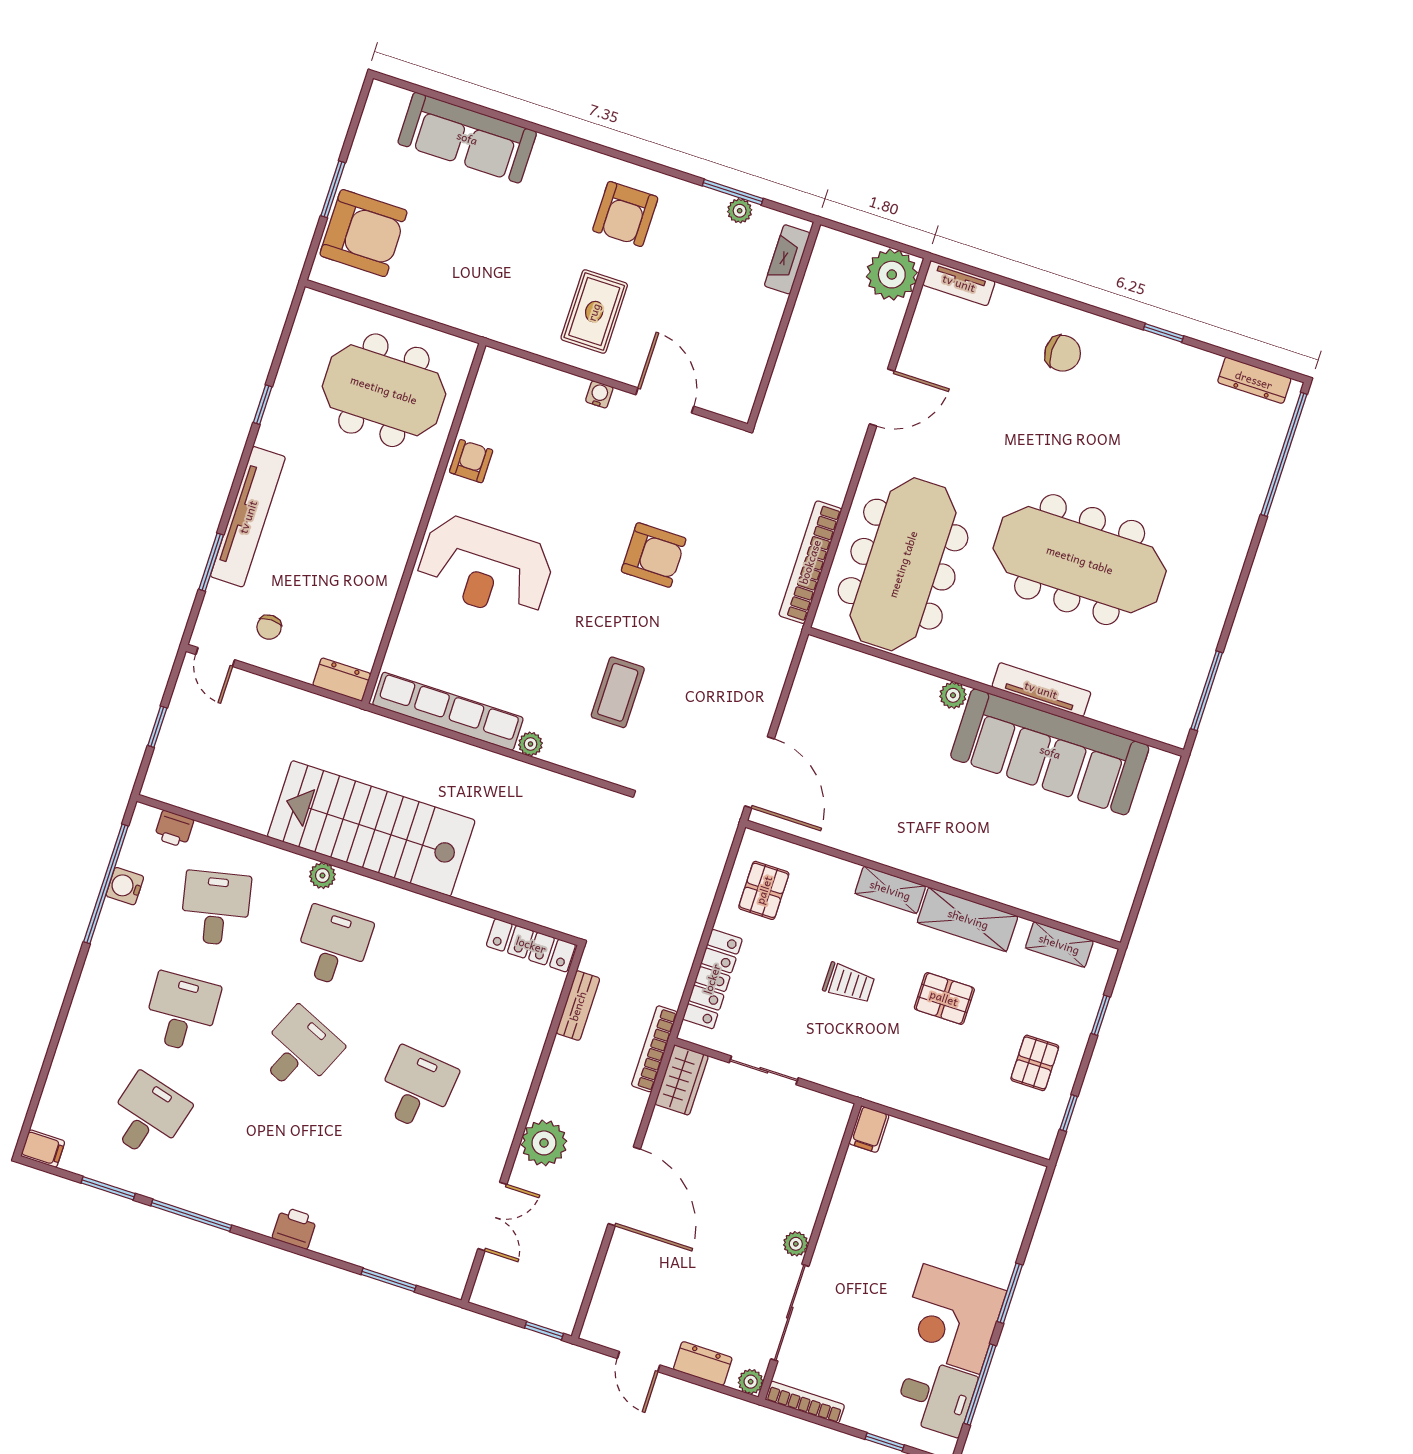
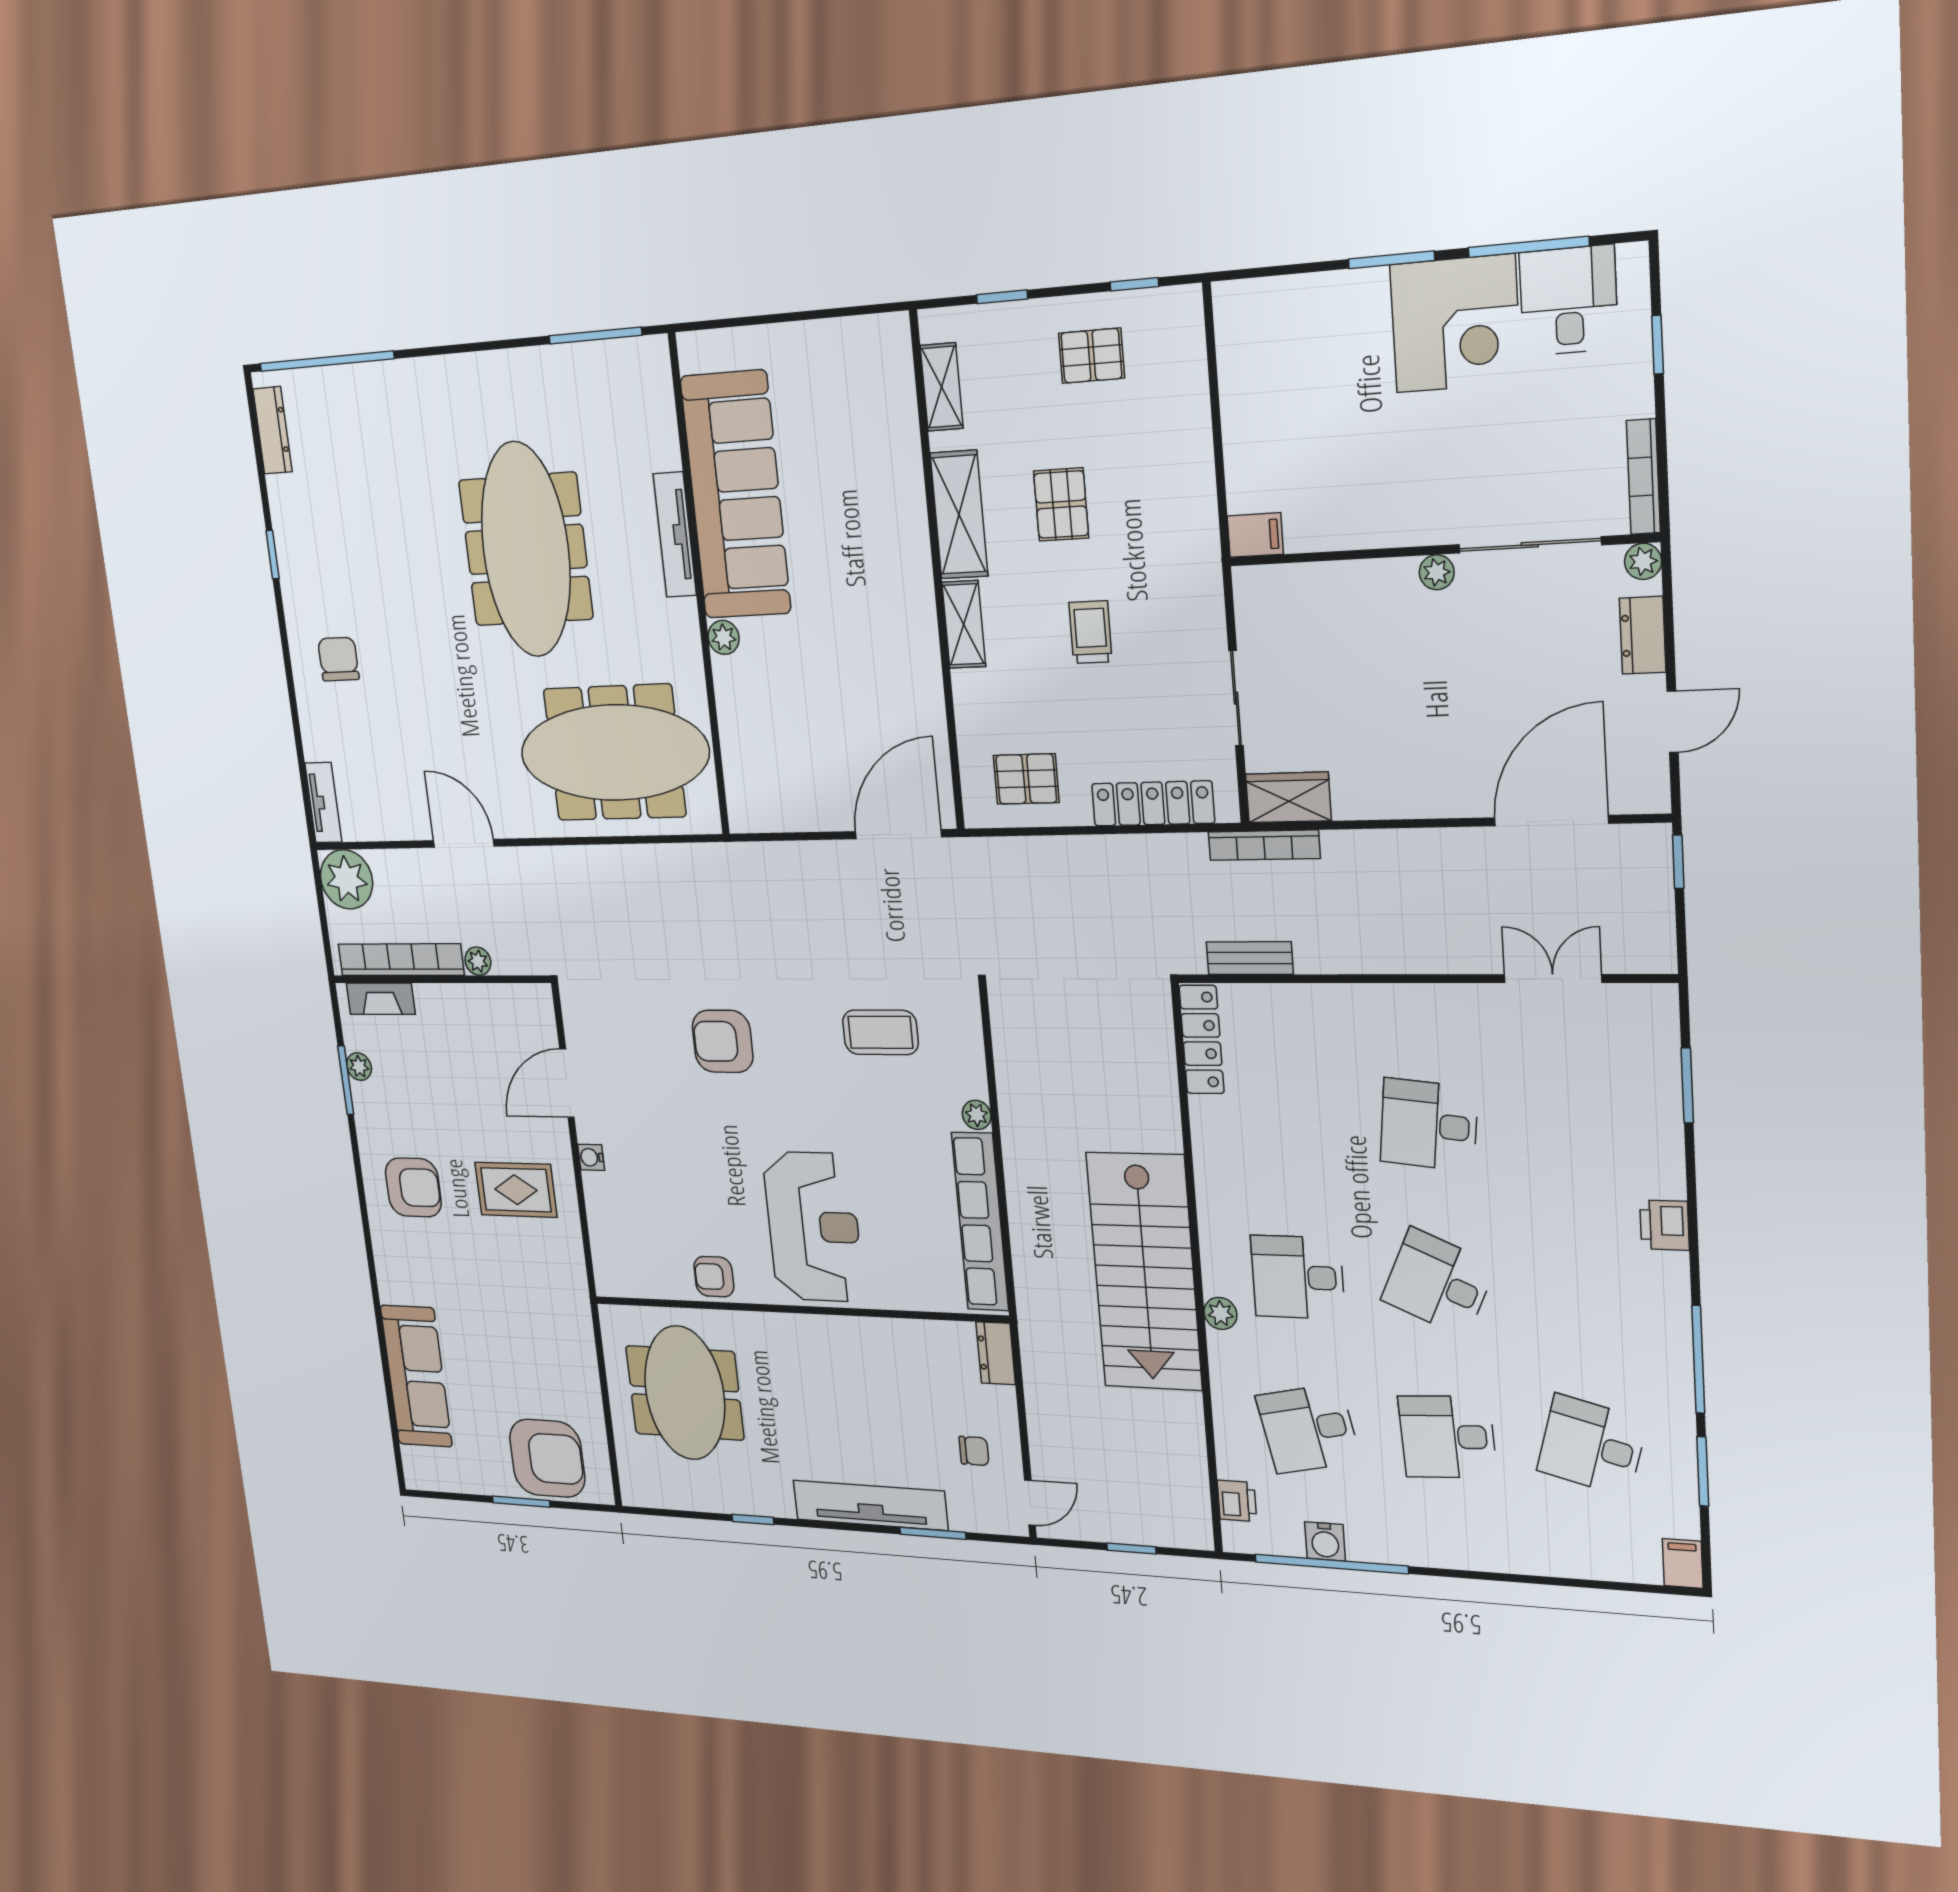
armchair: (363, 233) -> (547, 1458), turned 90
armchair: (654, 555) -> (723, 1041), turned -90
bookcase: (810, 562) -> (401, 960), moved, turned 180
plant: (544, 1143) -> (478, 961), moved, width x0.53, depth x0.53
door: (624, 1186) -> (1551, 821), moved

